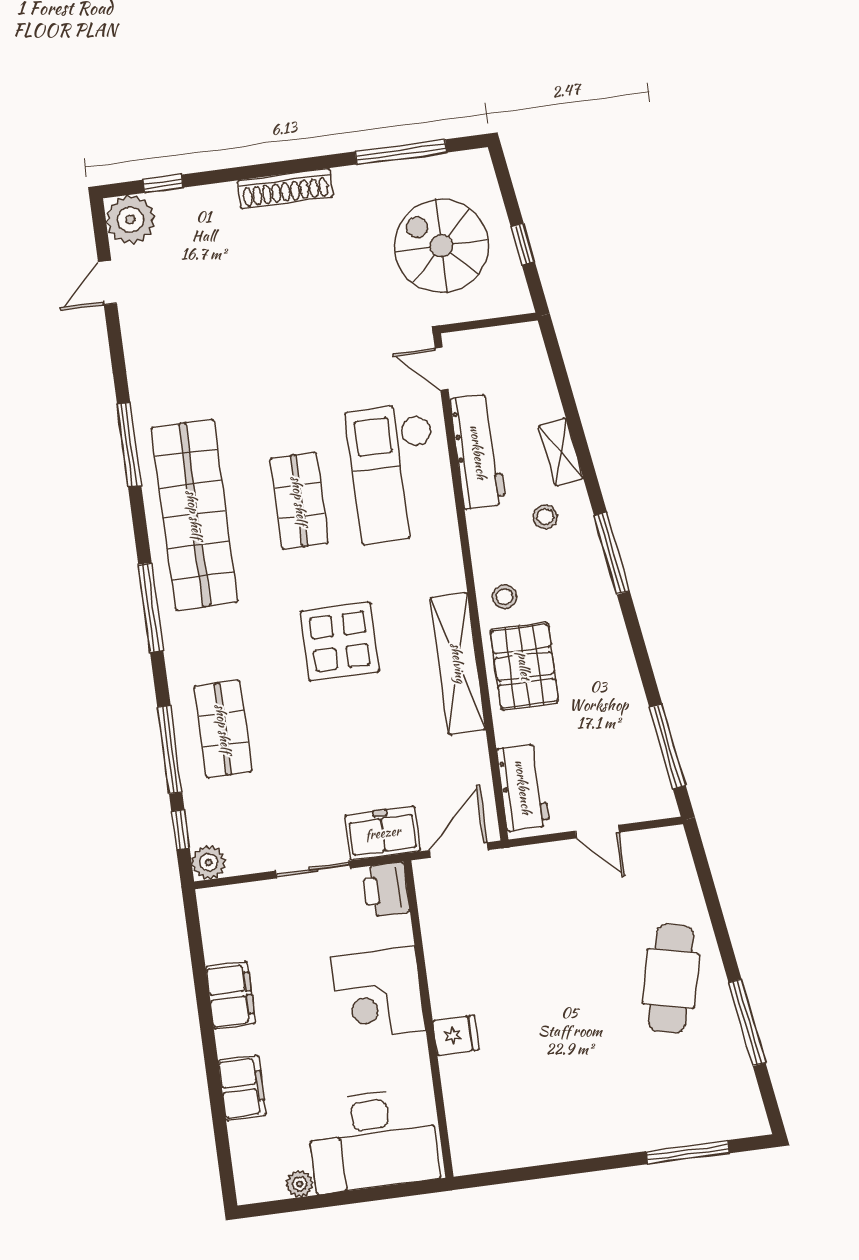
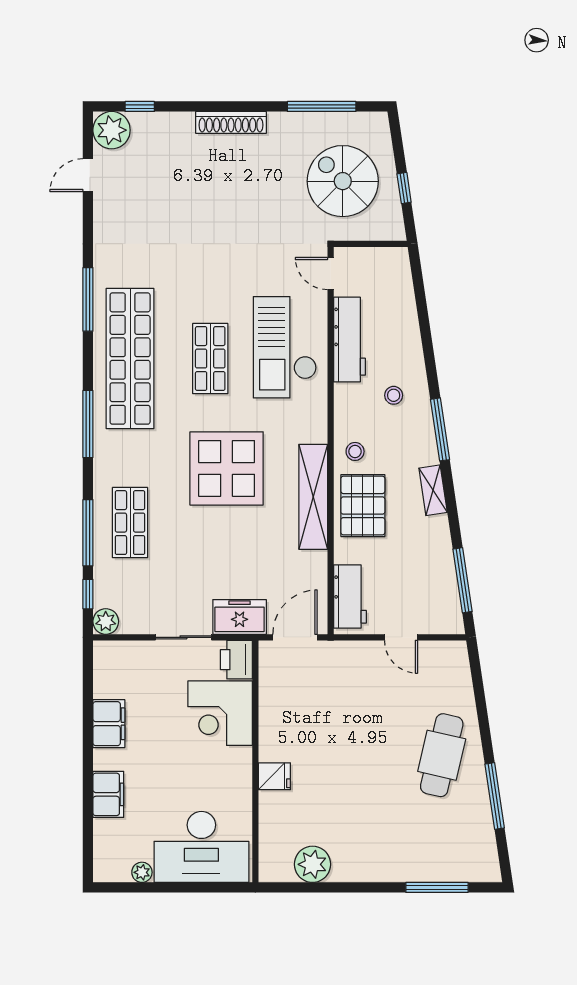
shelving: (561, 452) -> (433, 490), moved
display table: (340, 641) -> (227, 468), width x1.36, depth x1.36
corner desk: (378, 994) -> (220, 713), moved
plant: (521, 1144) -> (312, 864), added

